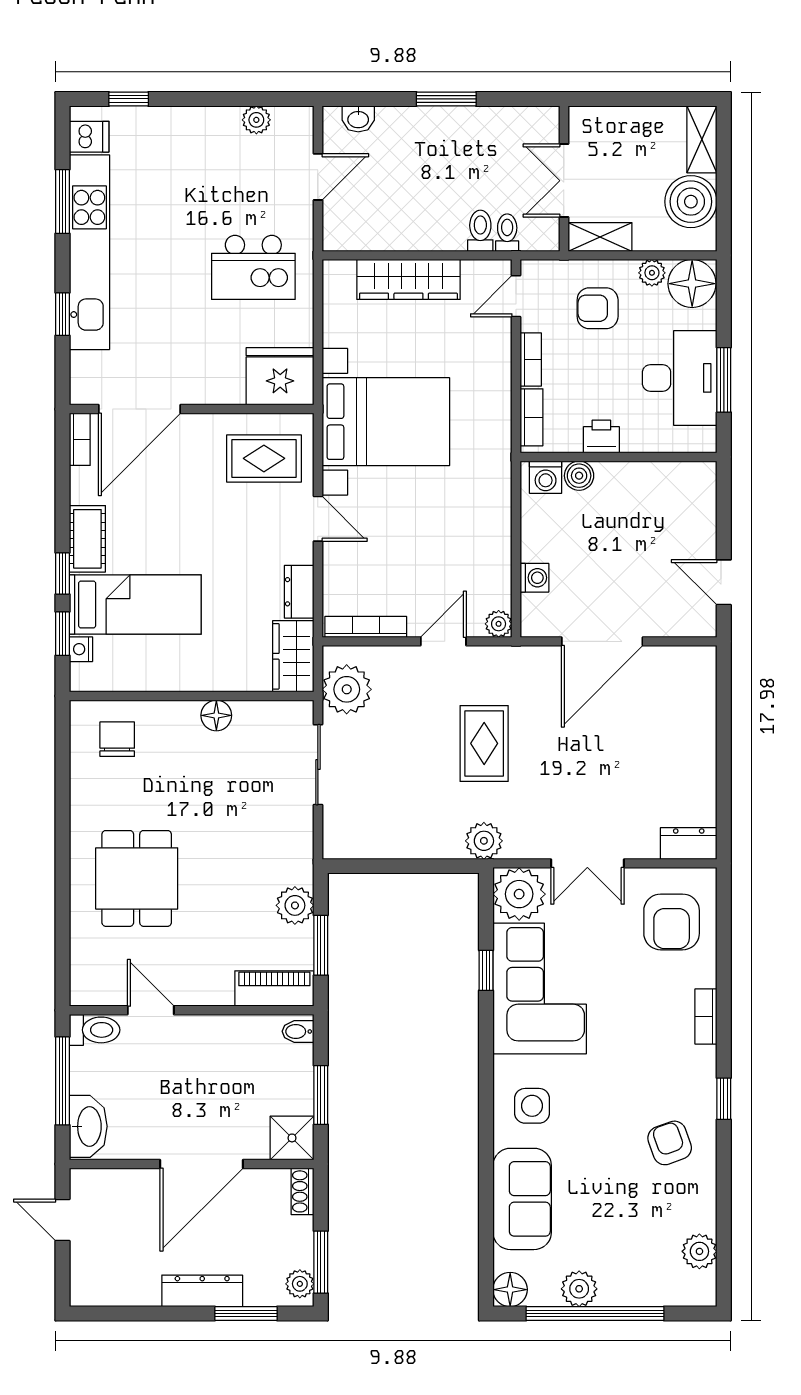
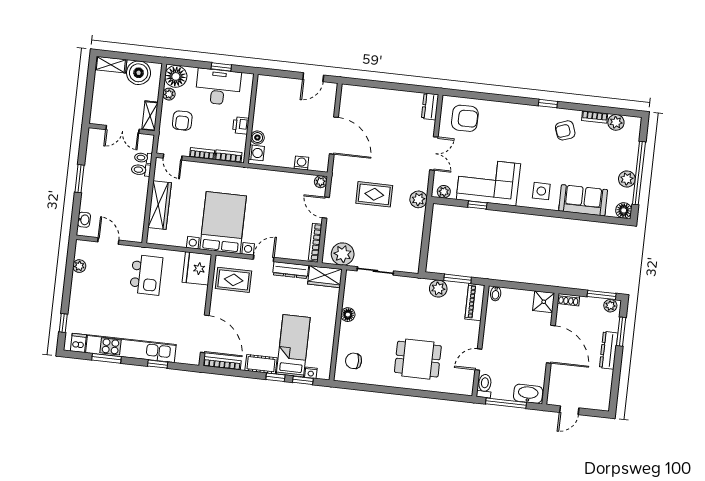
window: (724, 380) -> (221, 67), width x0.67
bookcase: (80, 439) -> (222, 363), width x1.56
rug: (264, 458) -> (234, 280), turned 90
dresser: (299, 592) -> (291, 270), width x1.44
plant: (519, 894) -> (444, 192), width x0.53, depth x0.53
bookcase: (706, 1016) -> (595, 117), moved
window: (321, 1095) -> (526, 287), removed

